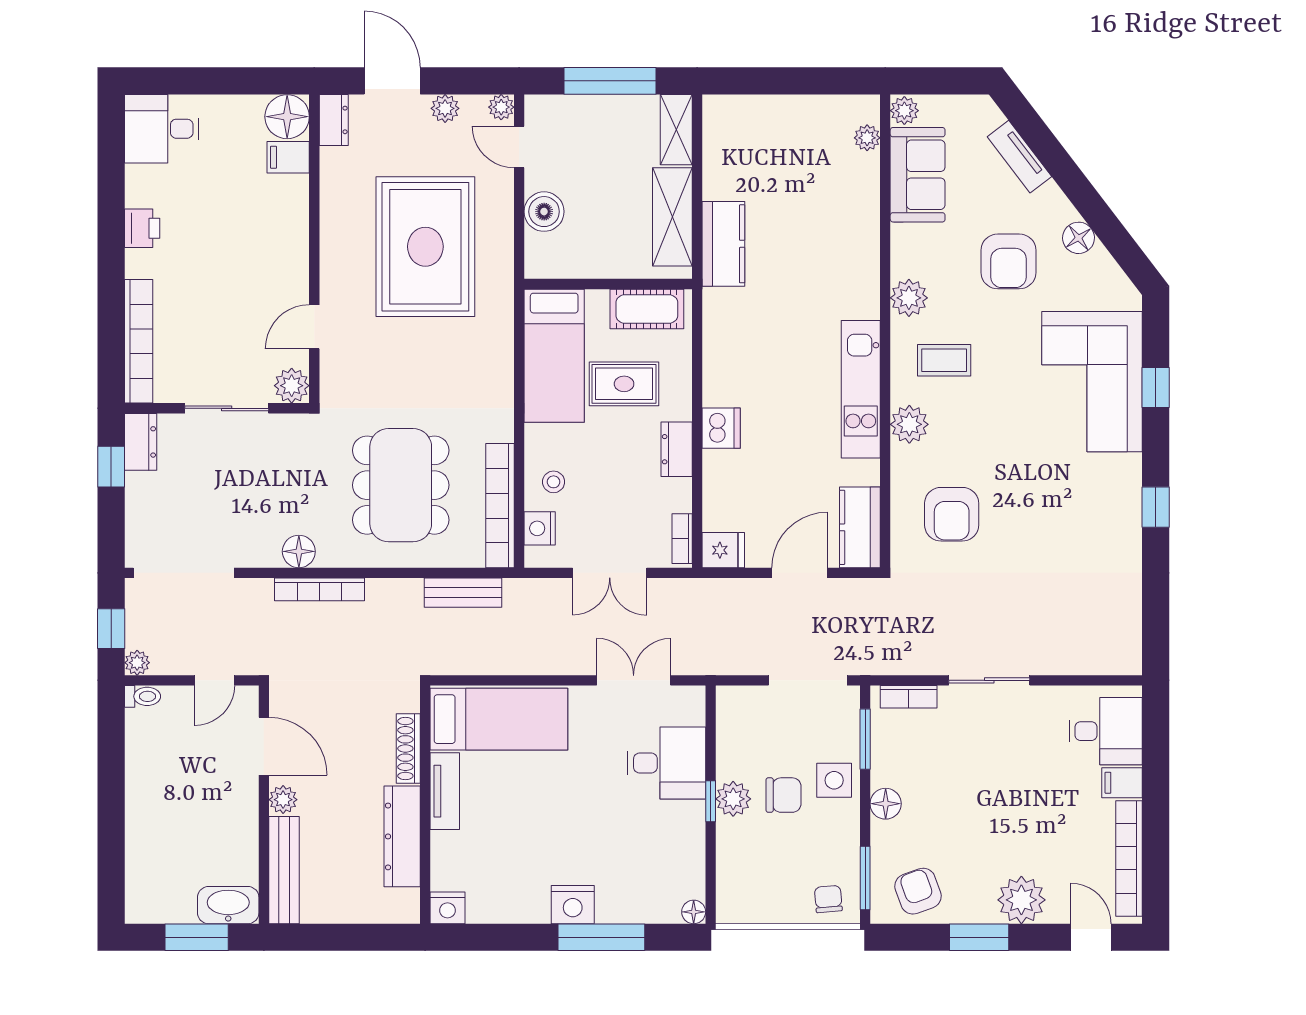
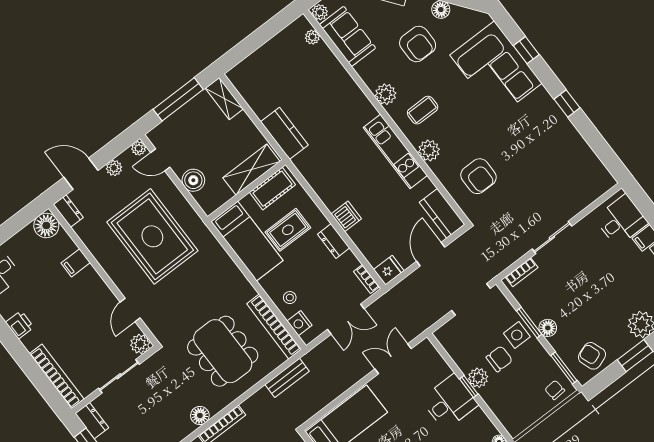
filing cabinet: (288, 157) -> (76, 263), moved
shelving: (672, 217) -> (251, 170), moved, turned 90
window: (865, 739) -> (529, 323), moved
desk: (666, 763) -> (449, 402), moved

